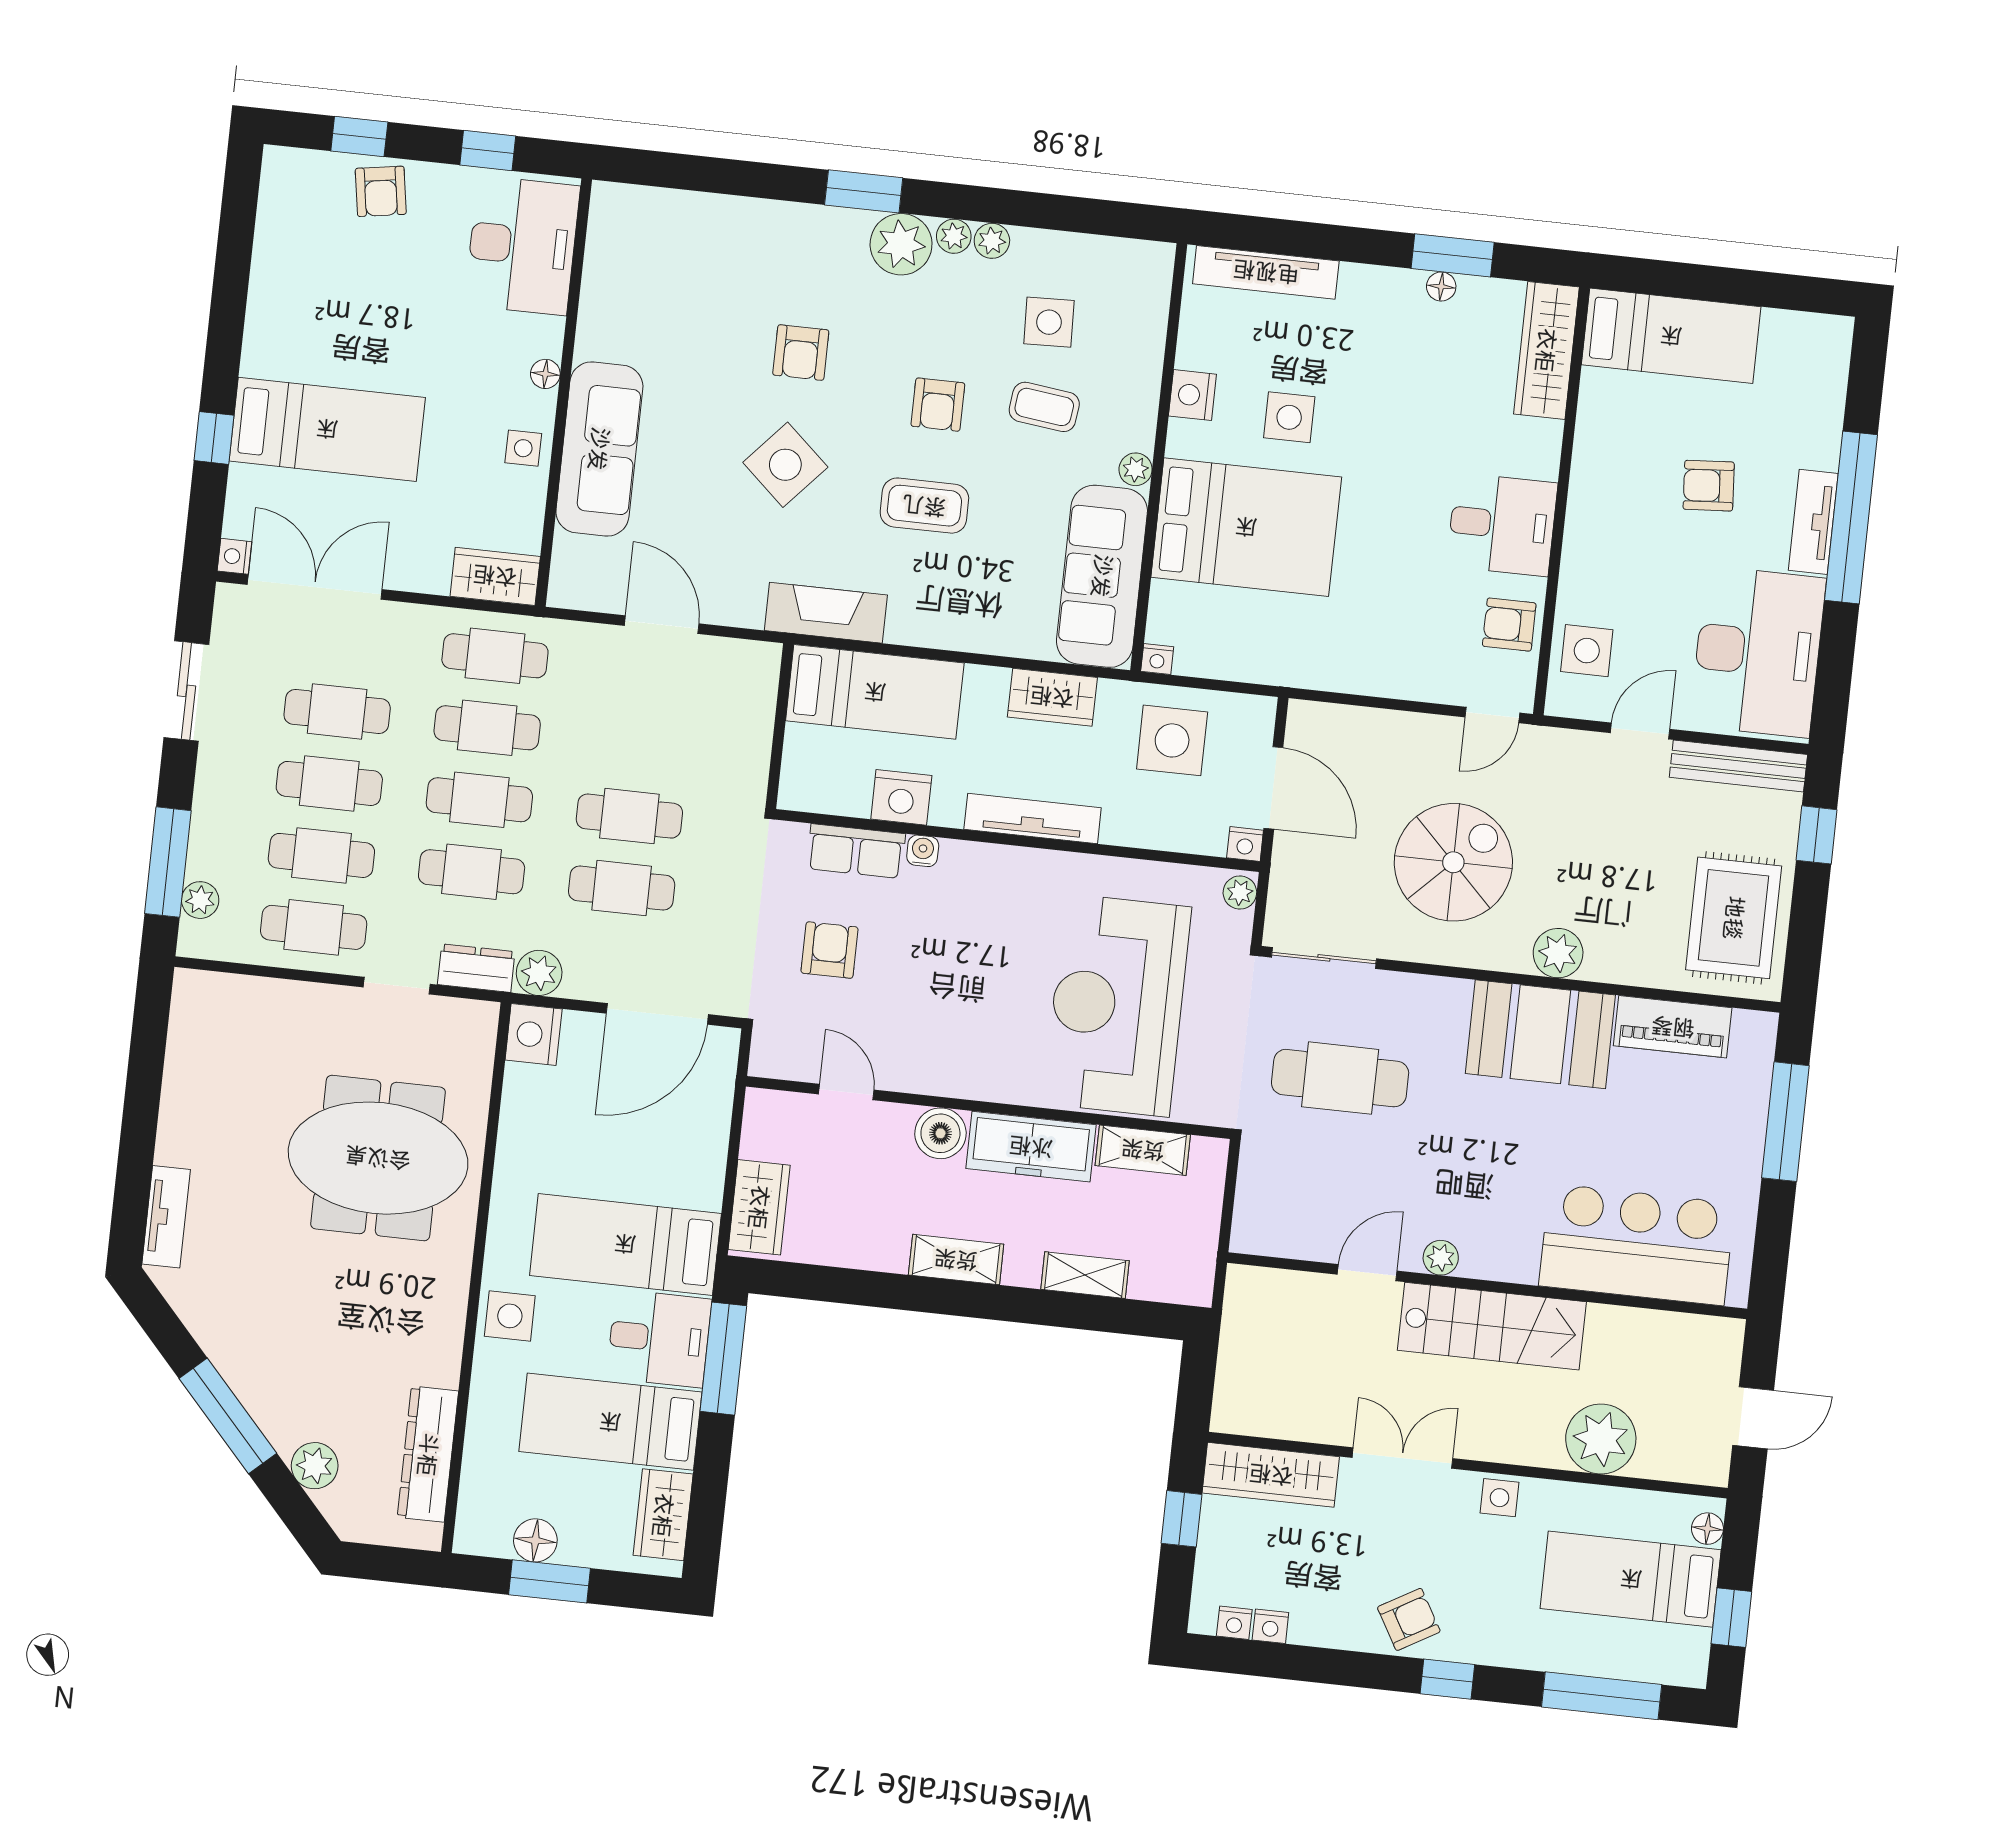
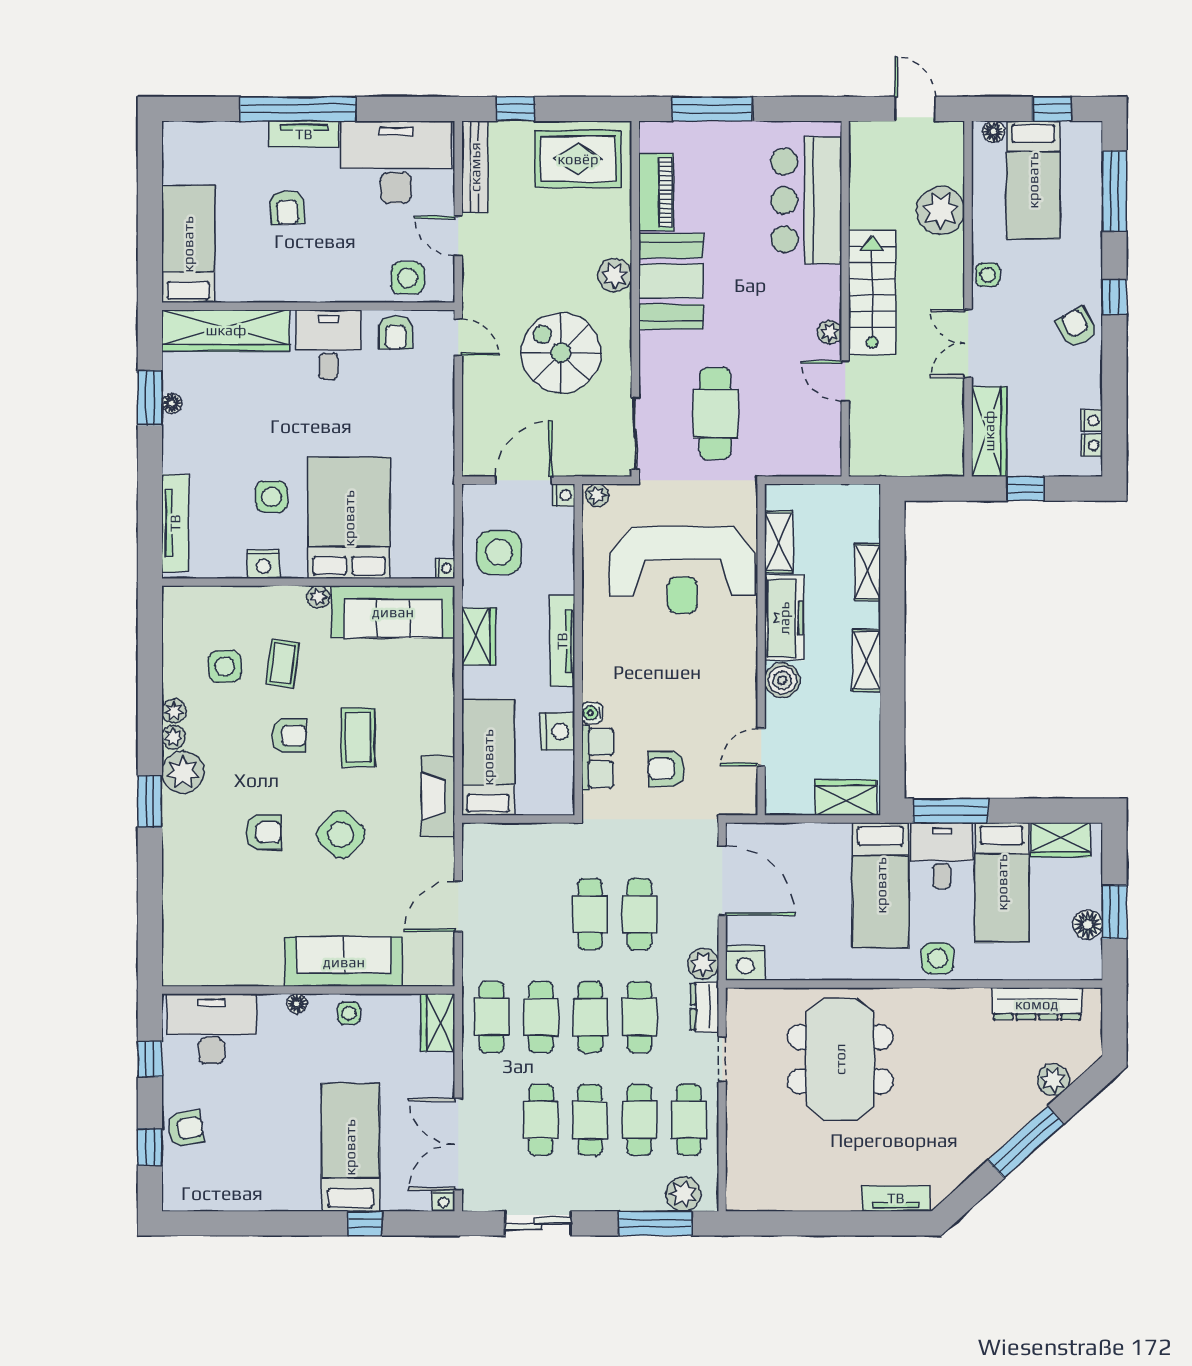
wardrobe: (1546, 350) -> (226, 330), width x1.40, depth x1.17
plant: (200, 900) -> (683, 1194), width x1.38, depth x1.38

